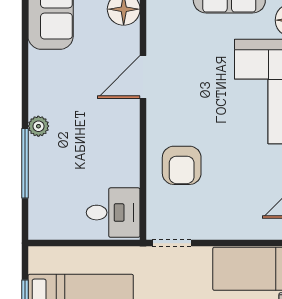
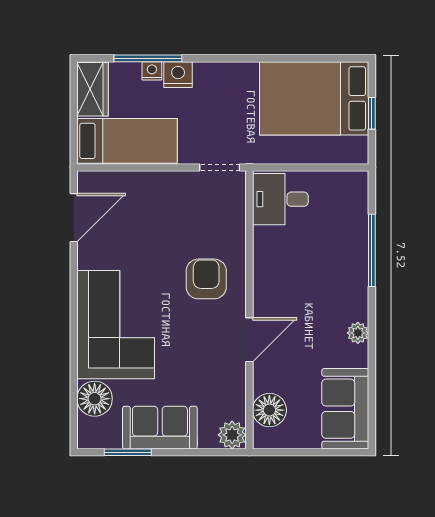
plant: (38, 126) -> (358, 333), moved
armchair: (182, 165) -> (206, 279), moved

